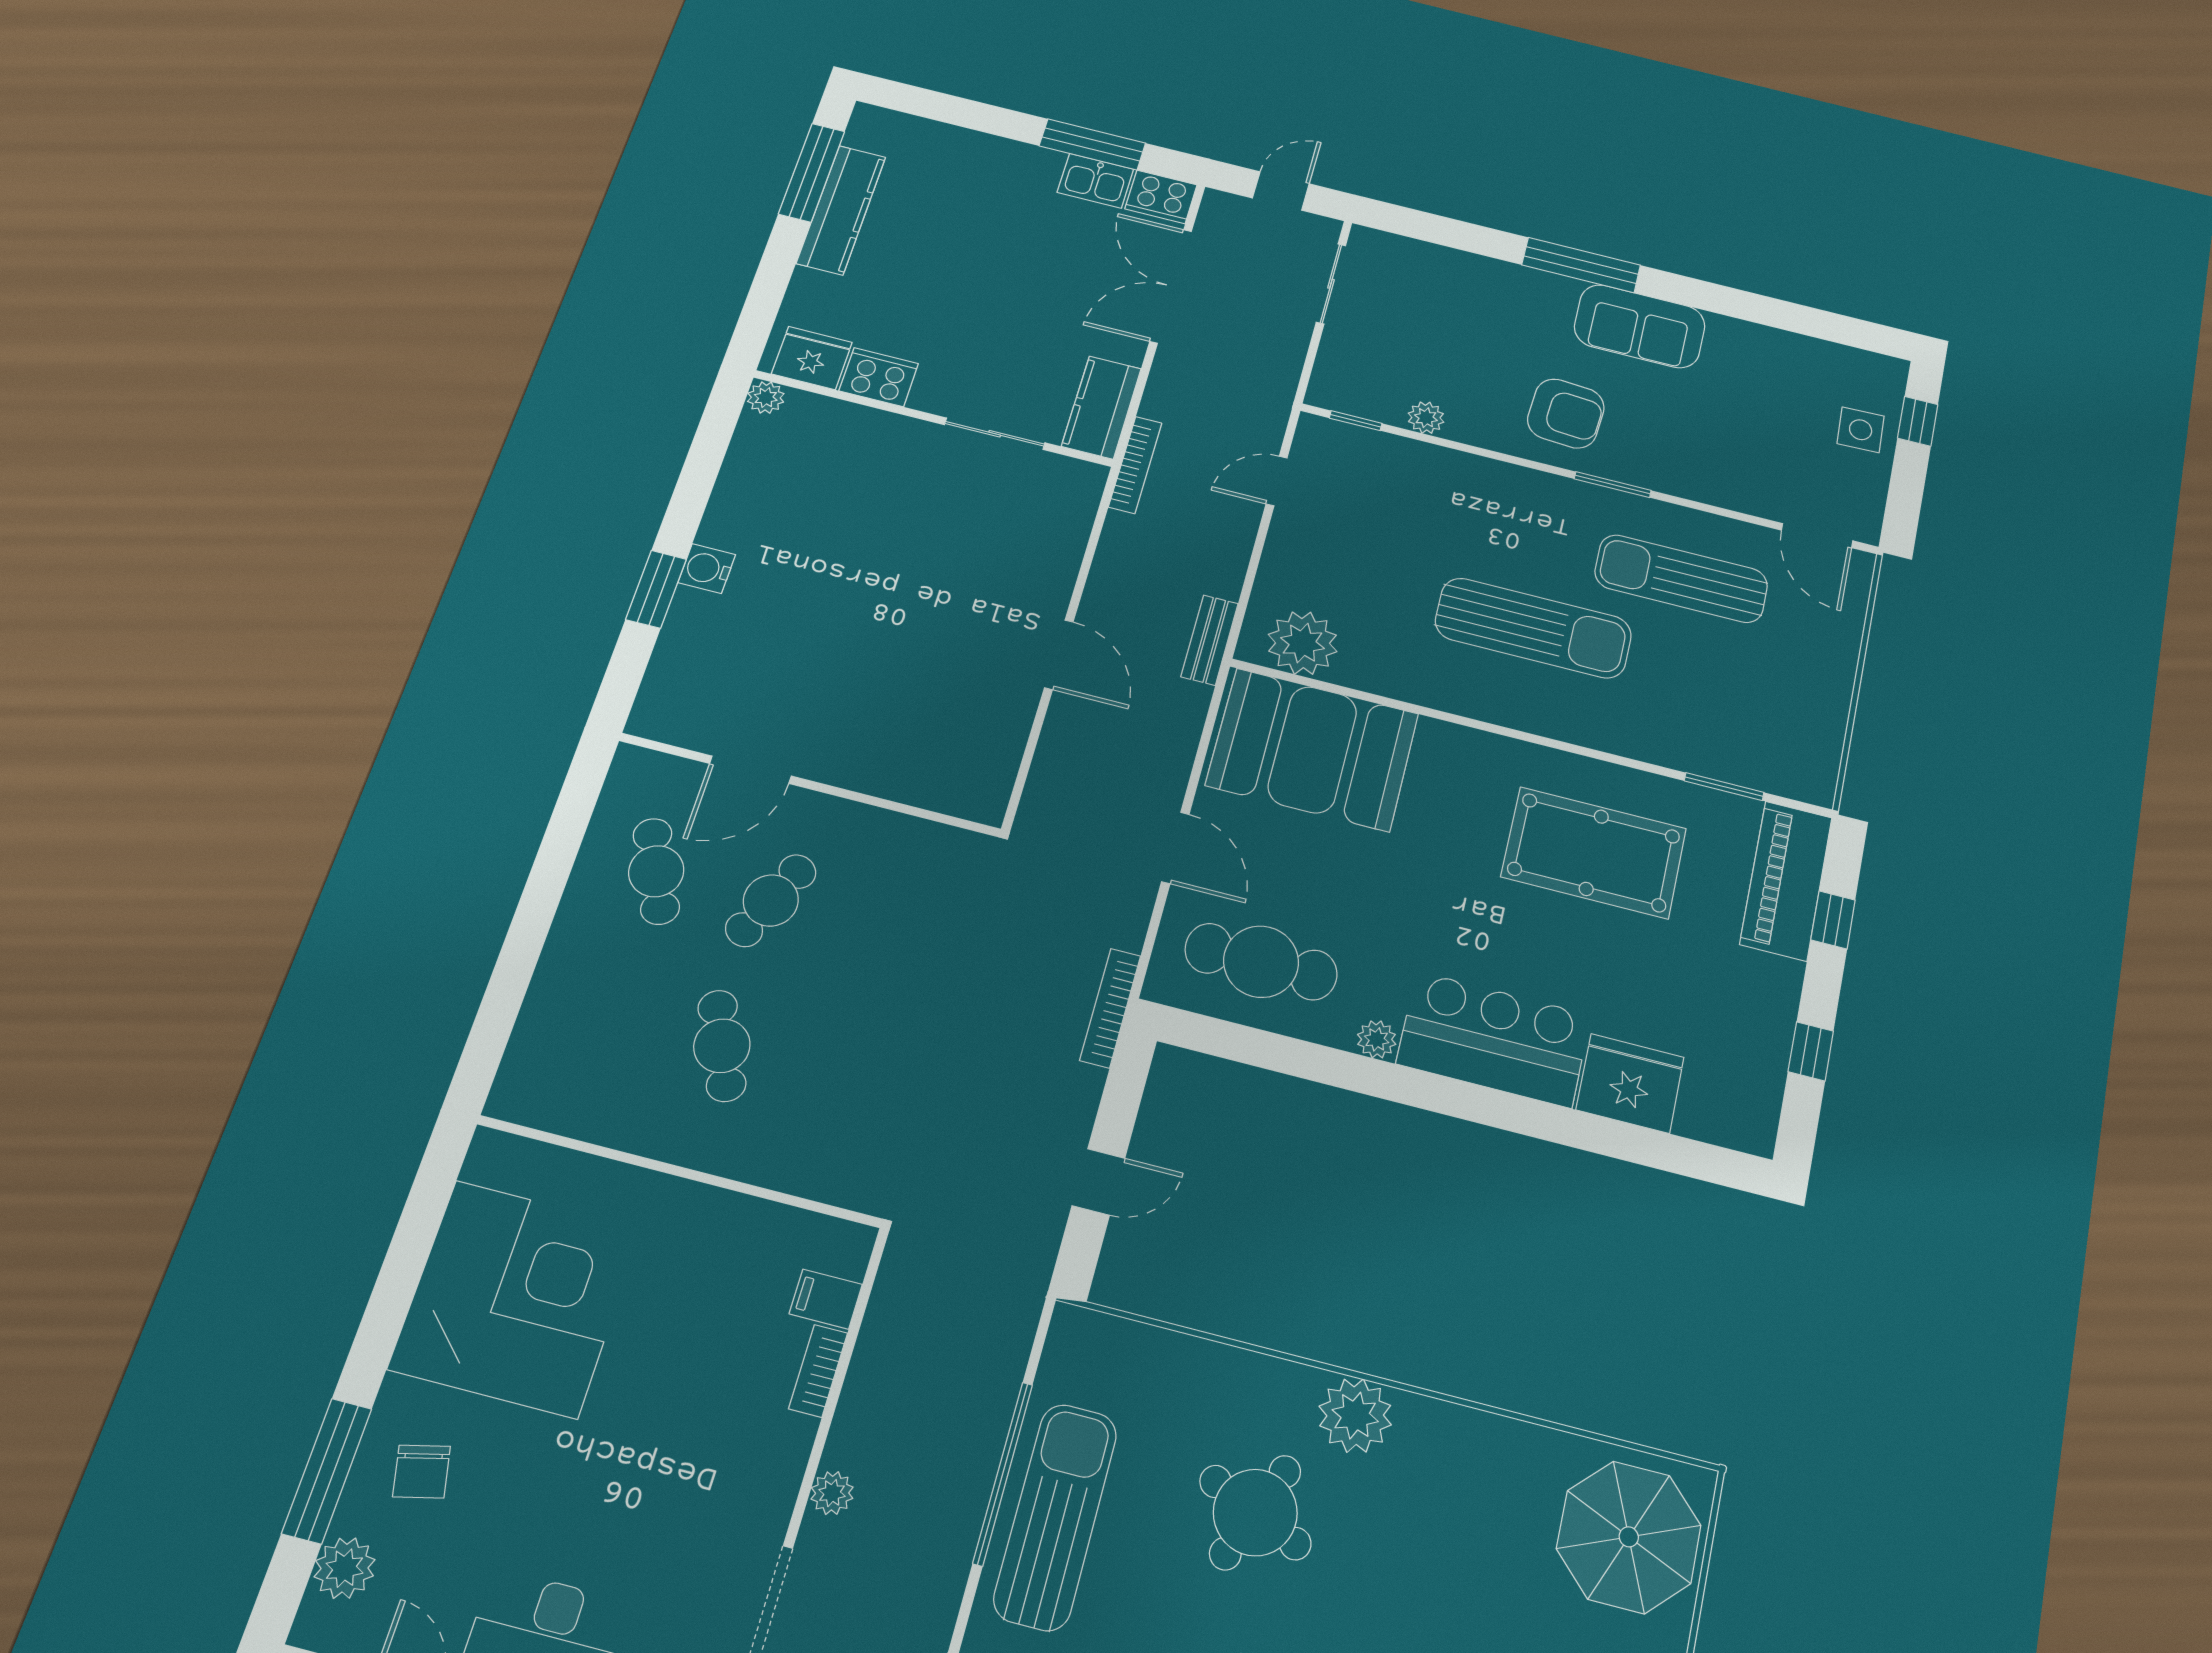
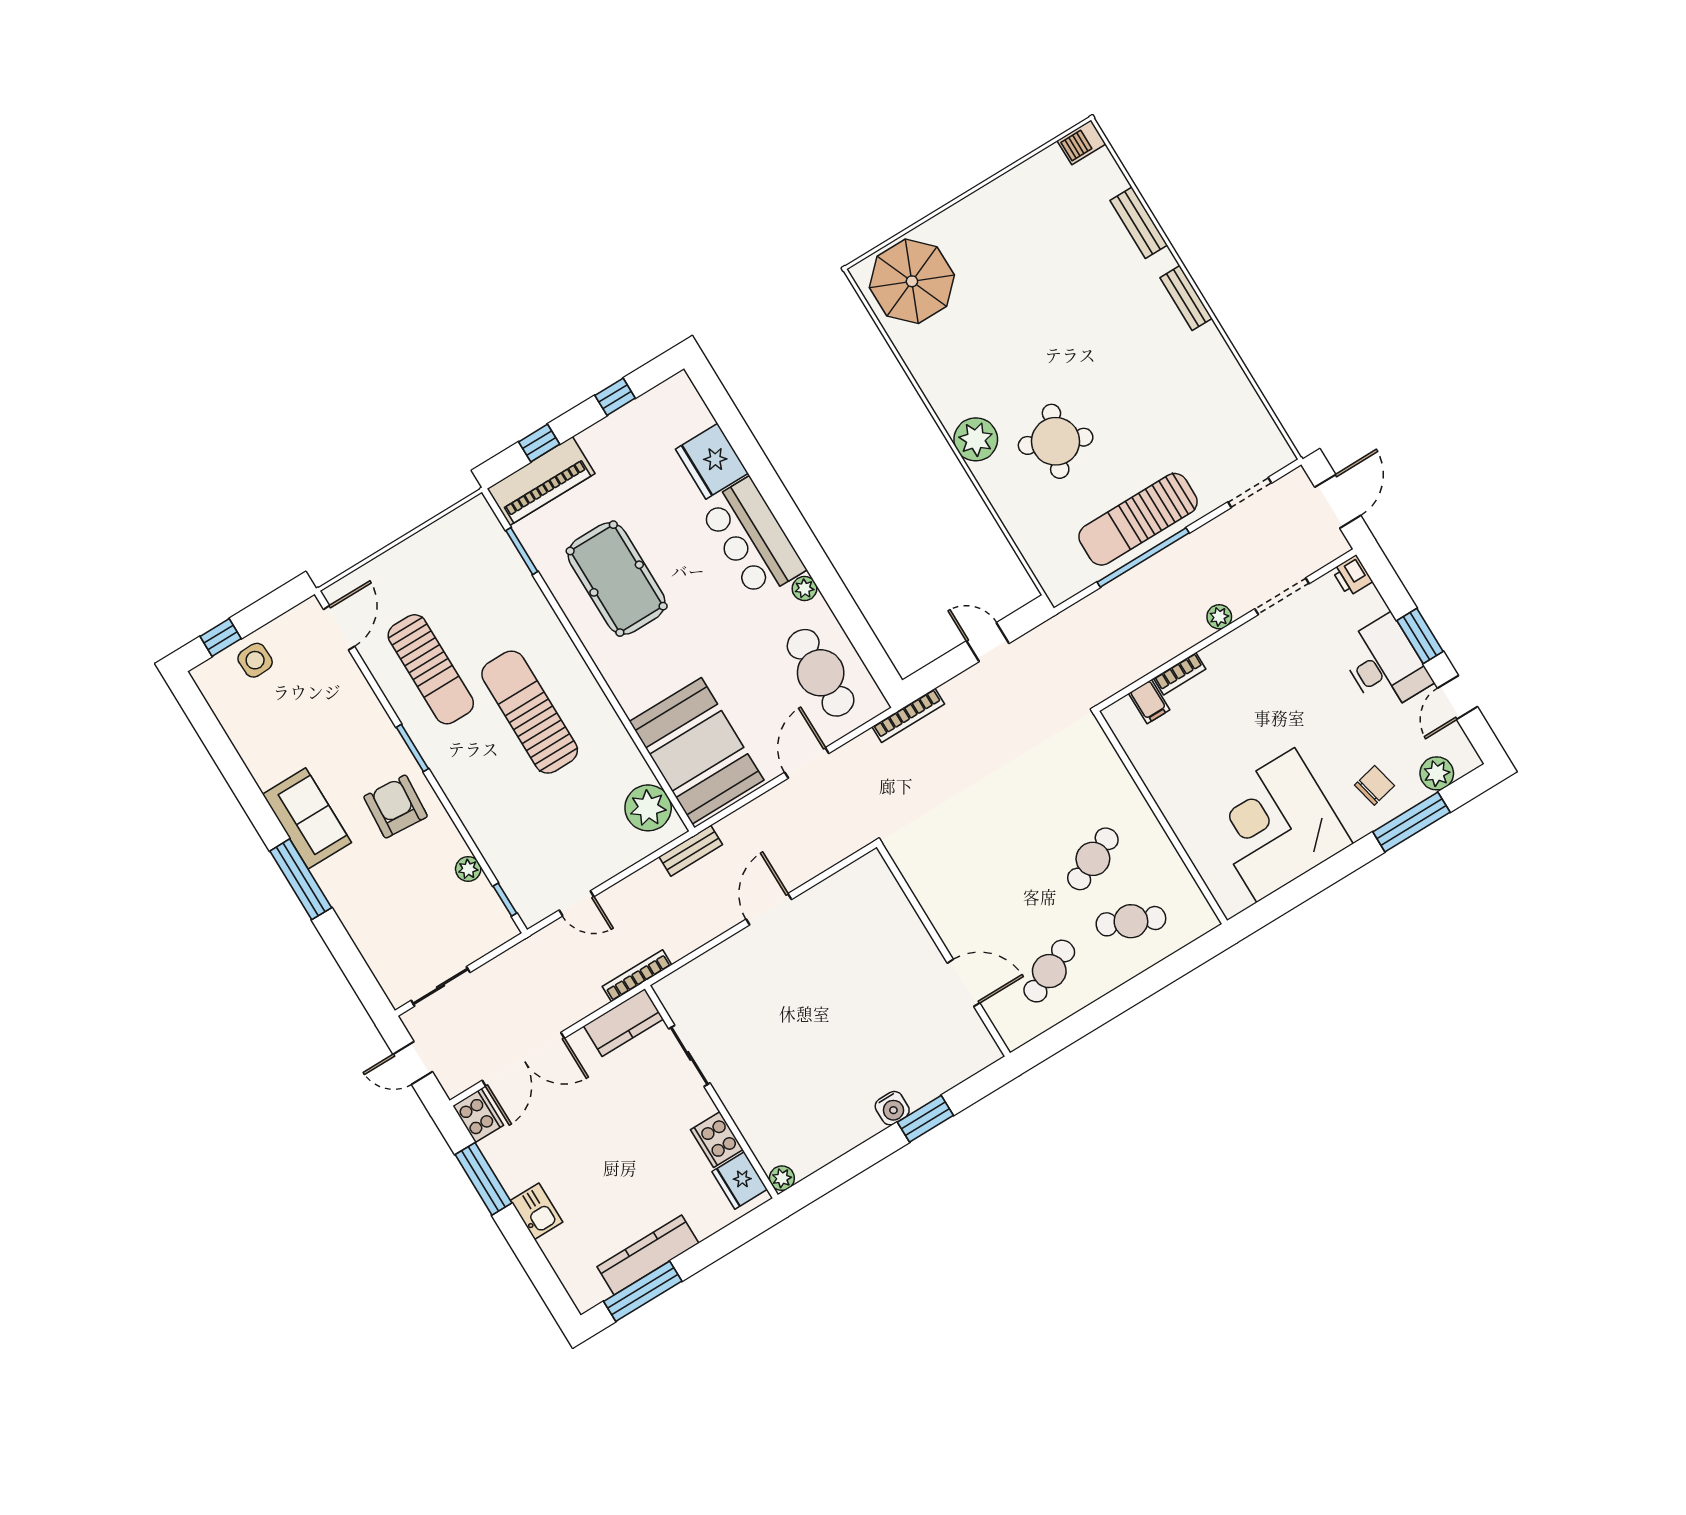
kitchen sink: (1095, 181) -> (537, 1211), moved
cafe table: (771, 900) -> (1131, 921), moved

